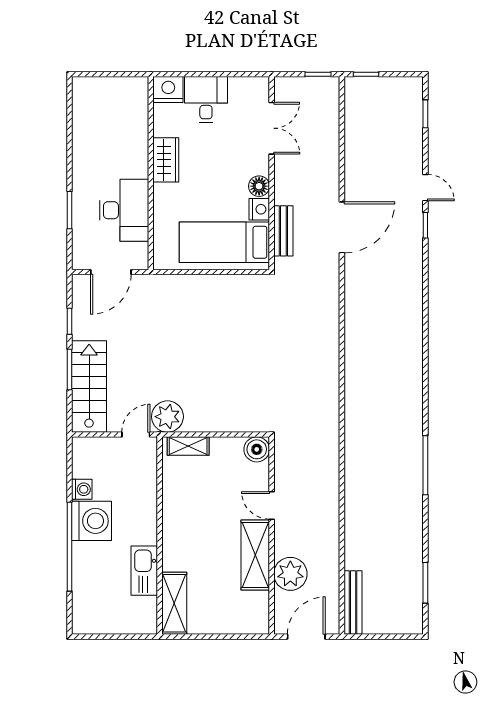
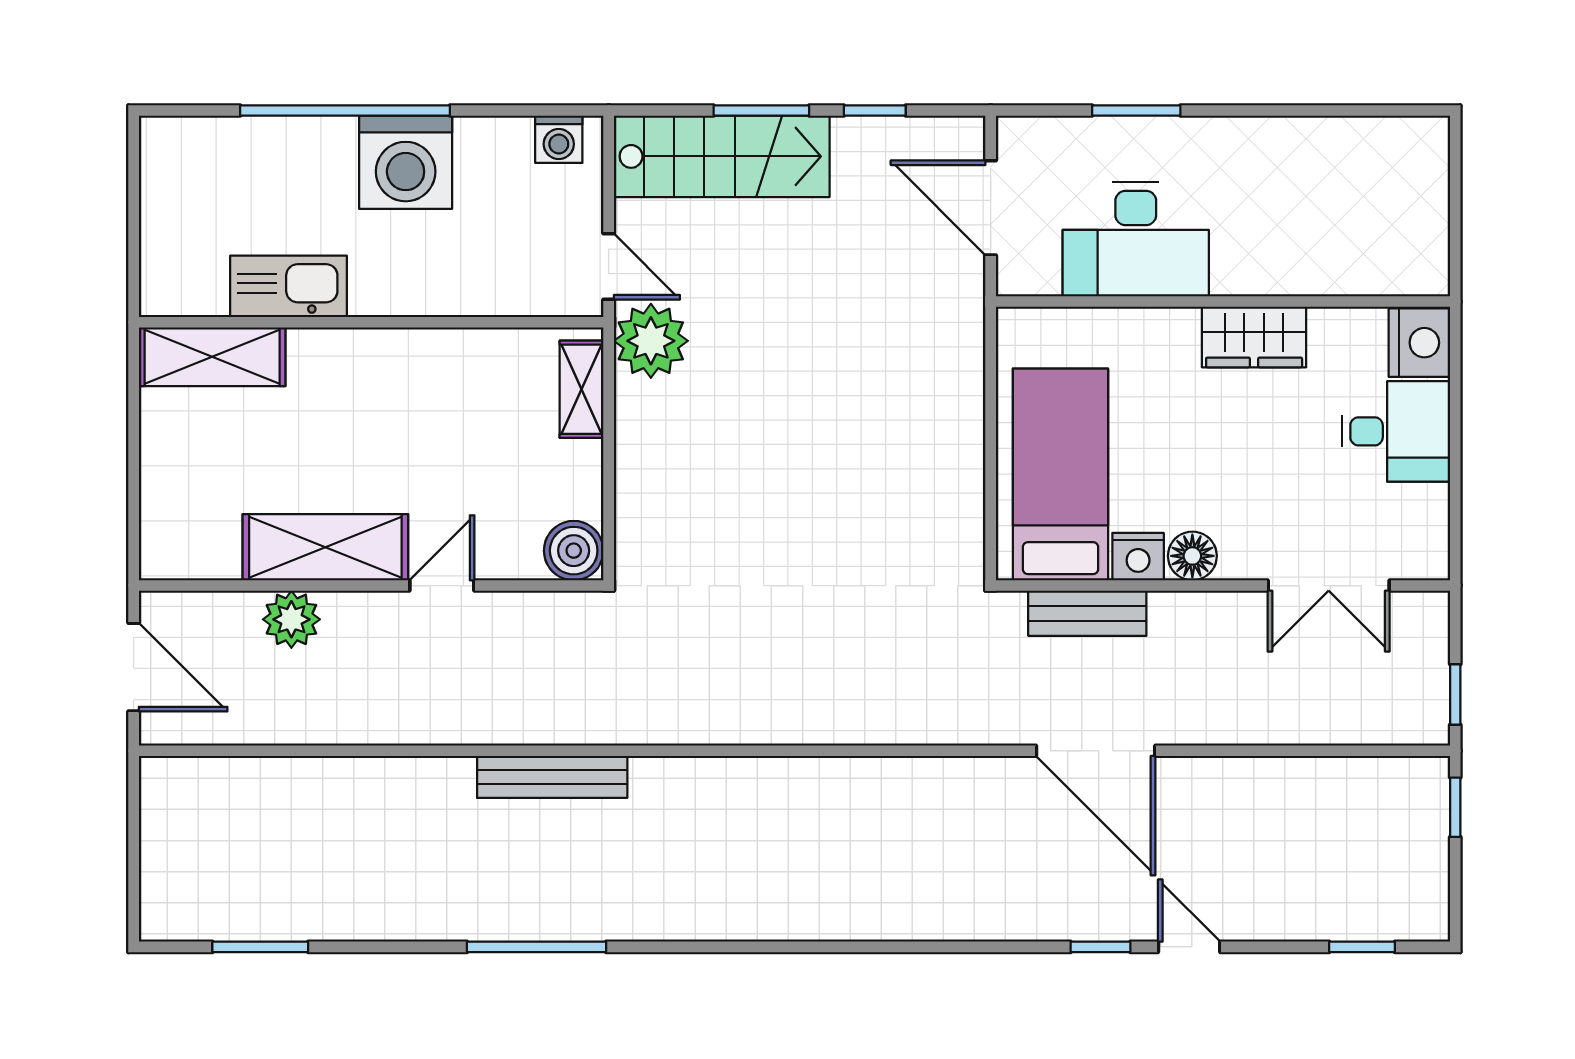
door: (425, 188) -> (1189, 947), swing flipped
washing machine: (82, 489) -> (559, 139), moved
plant: (290, 574) -> (291, 619), width x0.73, depth x0.73
bench: (353, 602) -> (552, 777), moved

